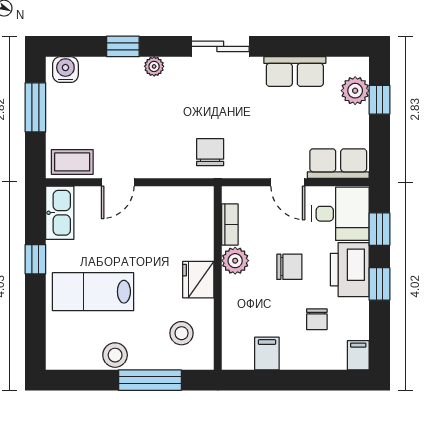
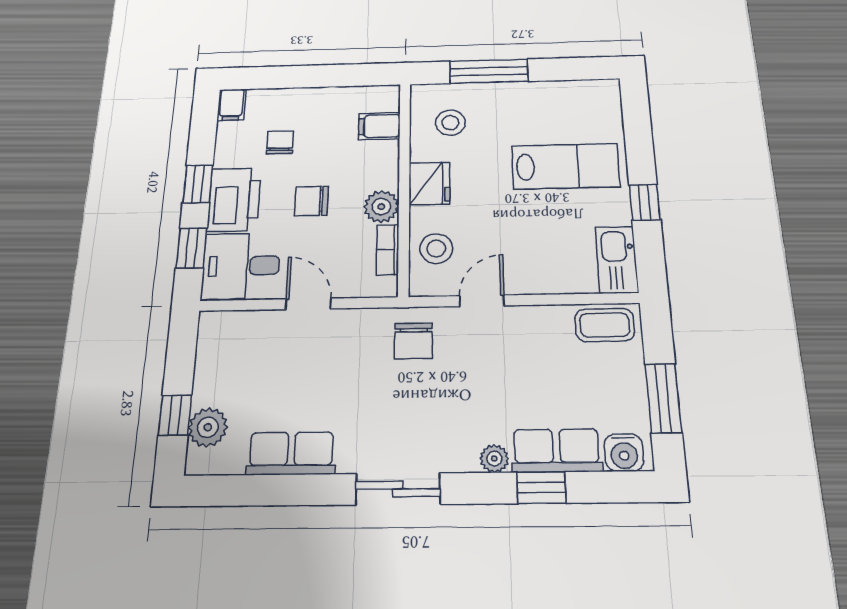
row of seats: (338, 164) -> (556, 451), moved, turned 180
door: (118, 182) -> (482, 301), moved
filing cabinet: (267, 353) -> (379, 126), moved, turned 90
stool: (115, 355) -> (436, 249), moved

